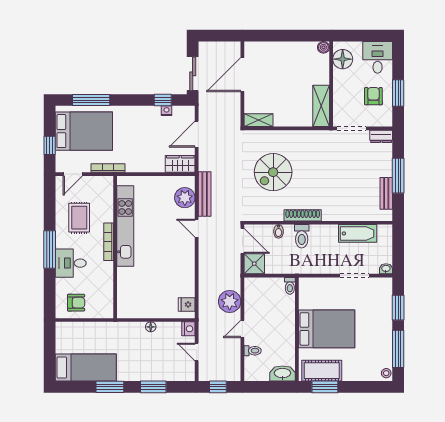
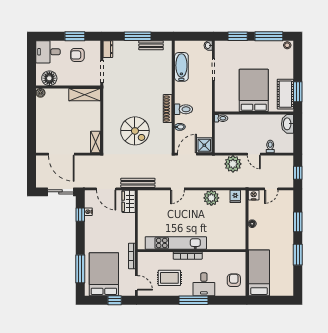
bench: (205, 194) -> (138, 183), moved
plant: (185, 198) -> (211, 198), moved
bed: (86, 368) -> (259, 273), moved

